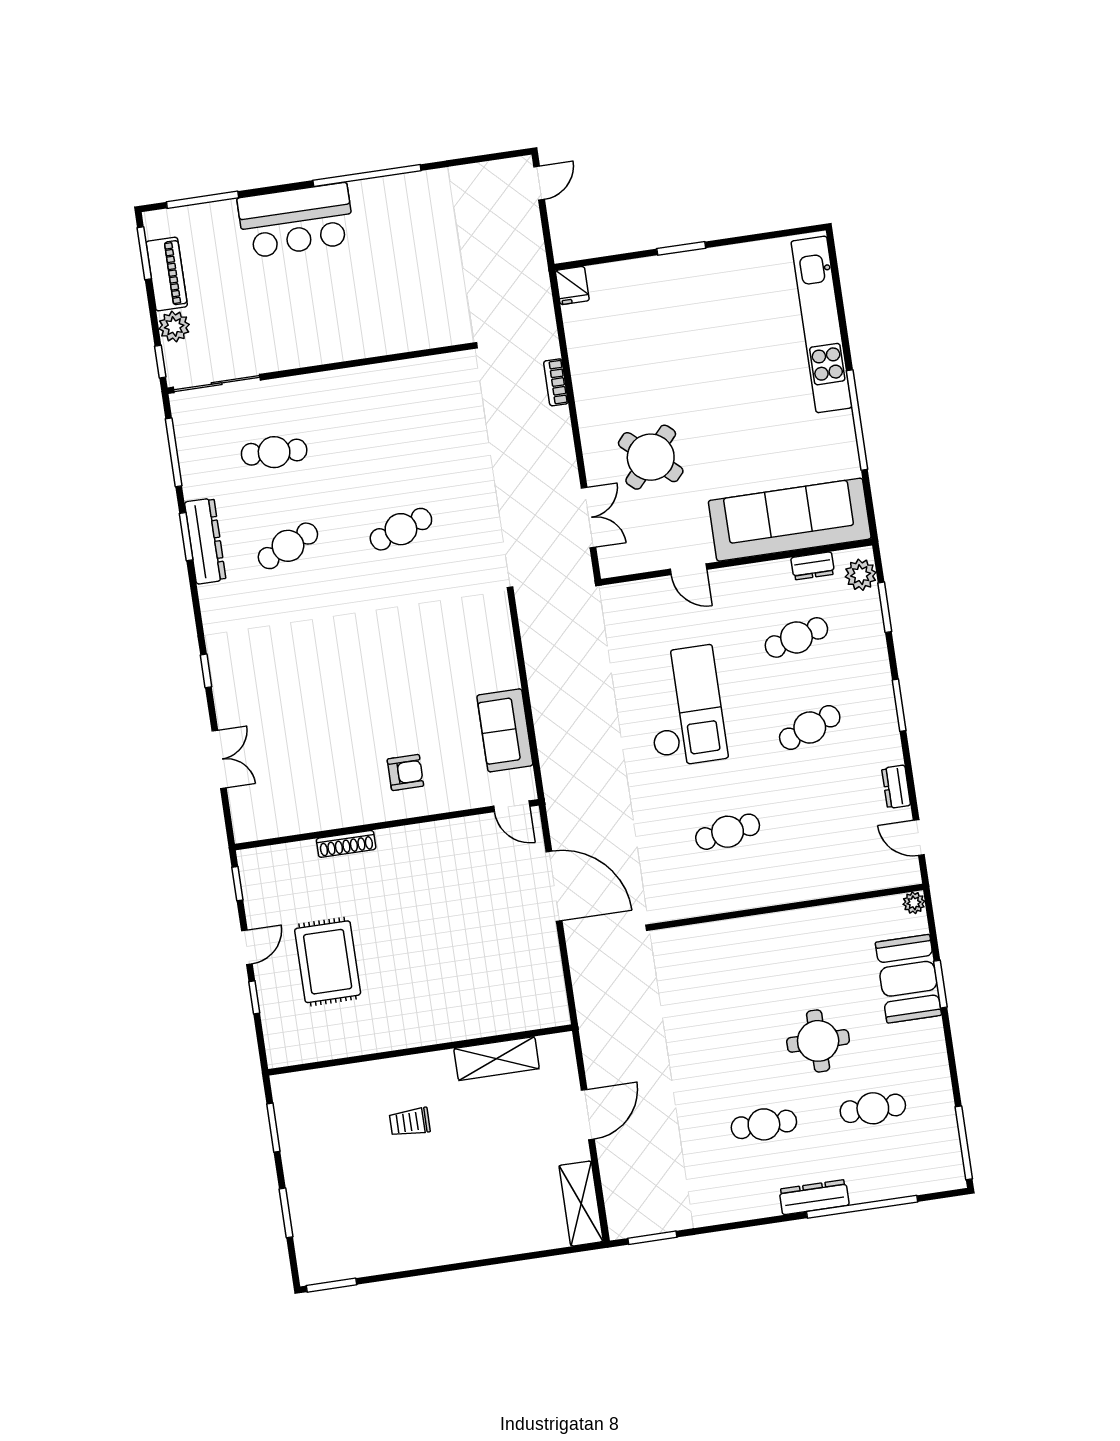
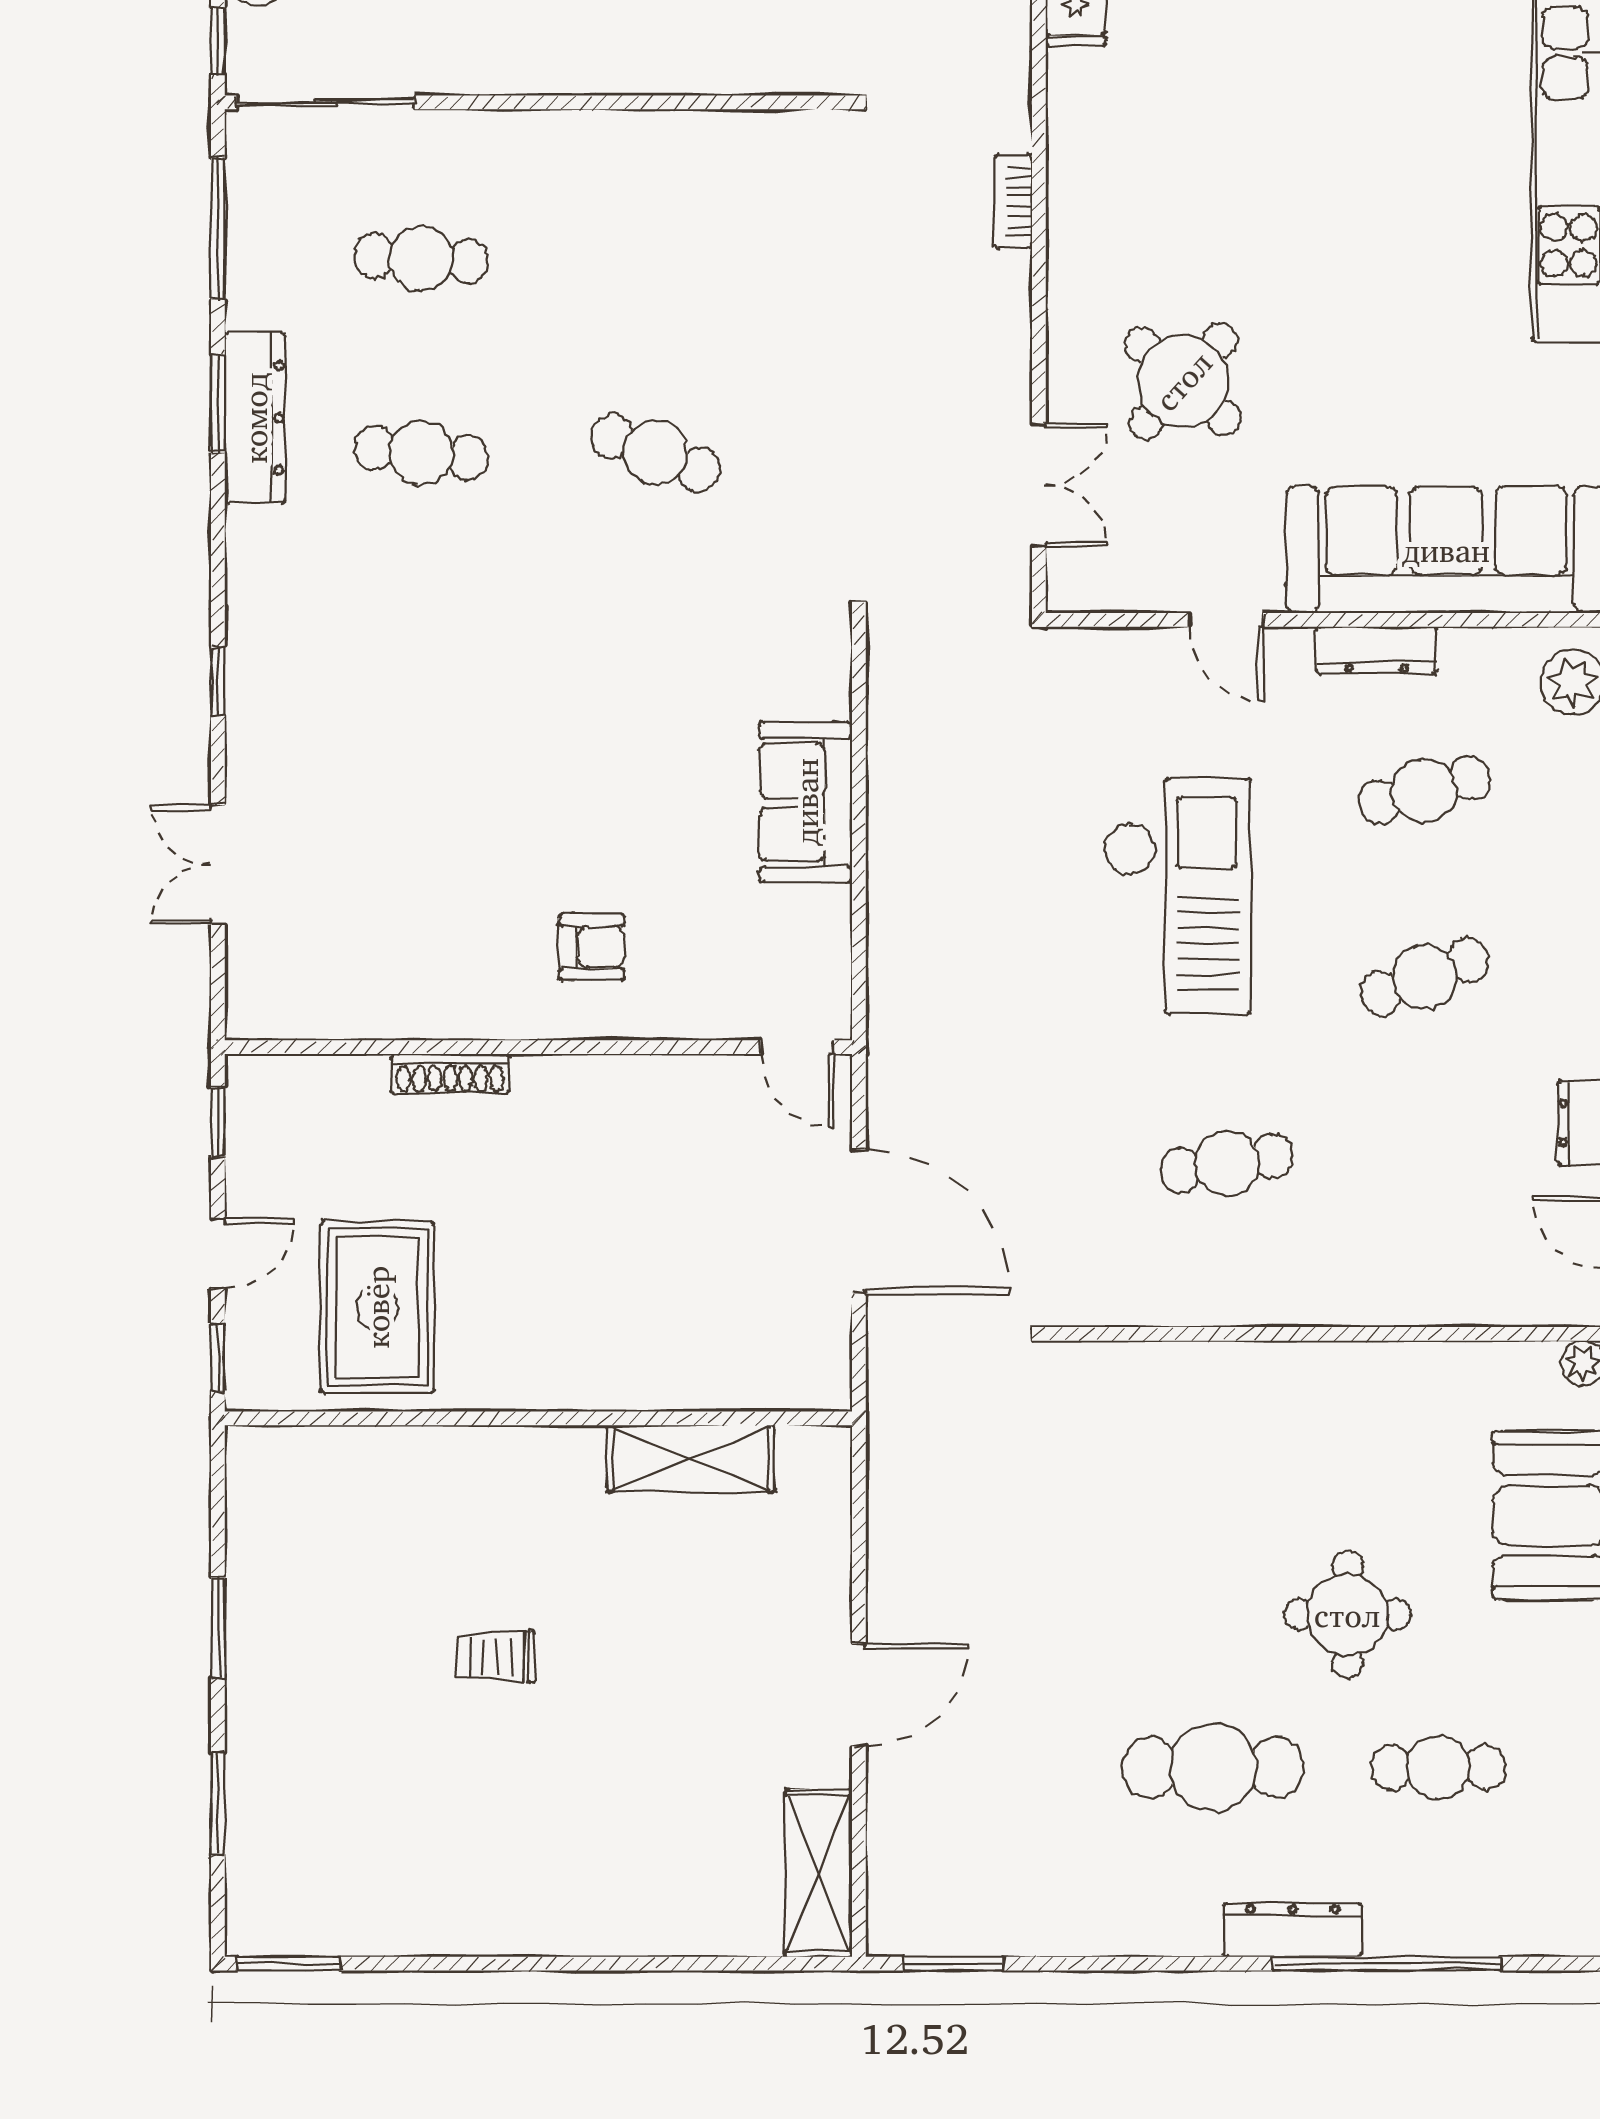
cafe table: (401, 529) -> (655, 453), turned 39
cafe table: (288, 546) -> (421, 453), turned 30
dresser: (813, 566) -> (1377, 650), moved, width x1.44
sofa: (505, 730) -> (806, 802), moved
double door: (219, 759) -> (218, 865), swing flipped
wall: (420, 1050) -> (538, 1418), moved
shelving: (497, 1059) -> (691, 1458), moved
cafe table: (764, 1124) -> (1213, 1767), width x1.37, depth x1.35

